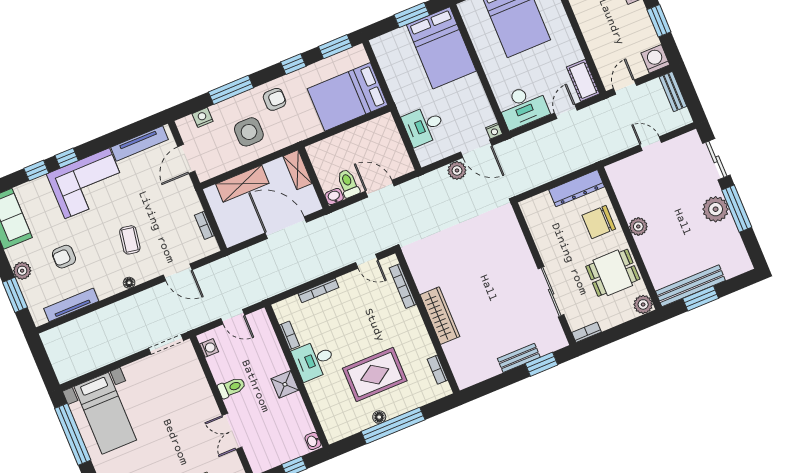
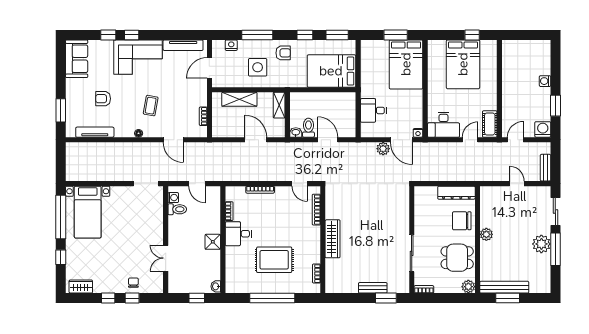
bench: (673, 92) -> (545, 168), moved
door: (286, 228) -> (256, 140), width x0.73
plant: (22, 271) -> (72, 97), removed
toilet: (232, 387) -> (177, 209), moved
floor lamp: (379, 417) -> (266, 289), removed

